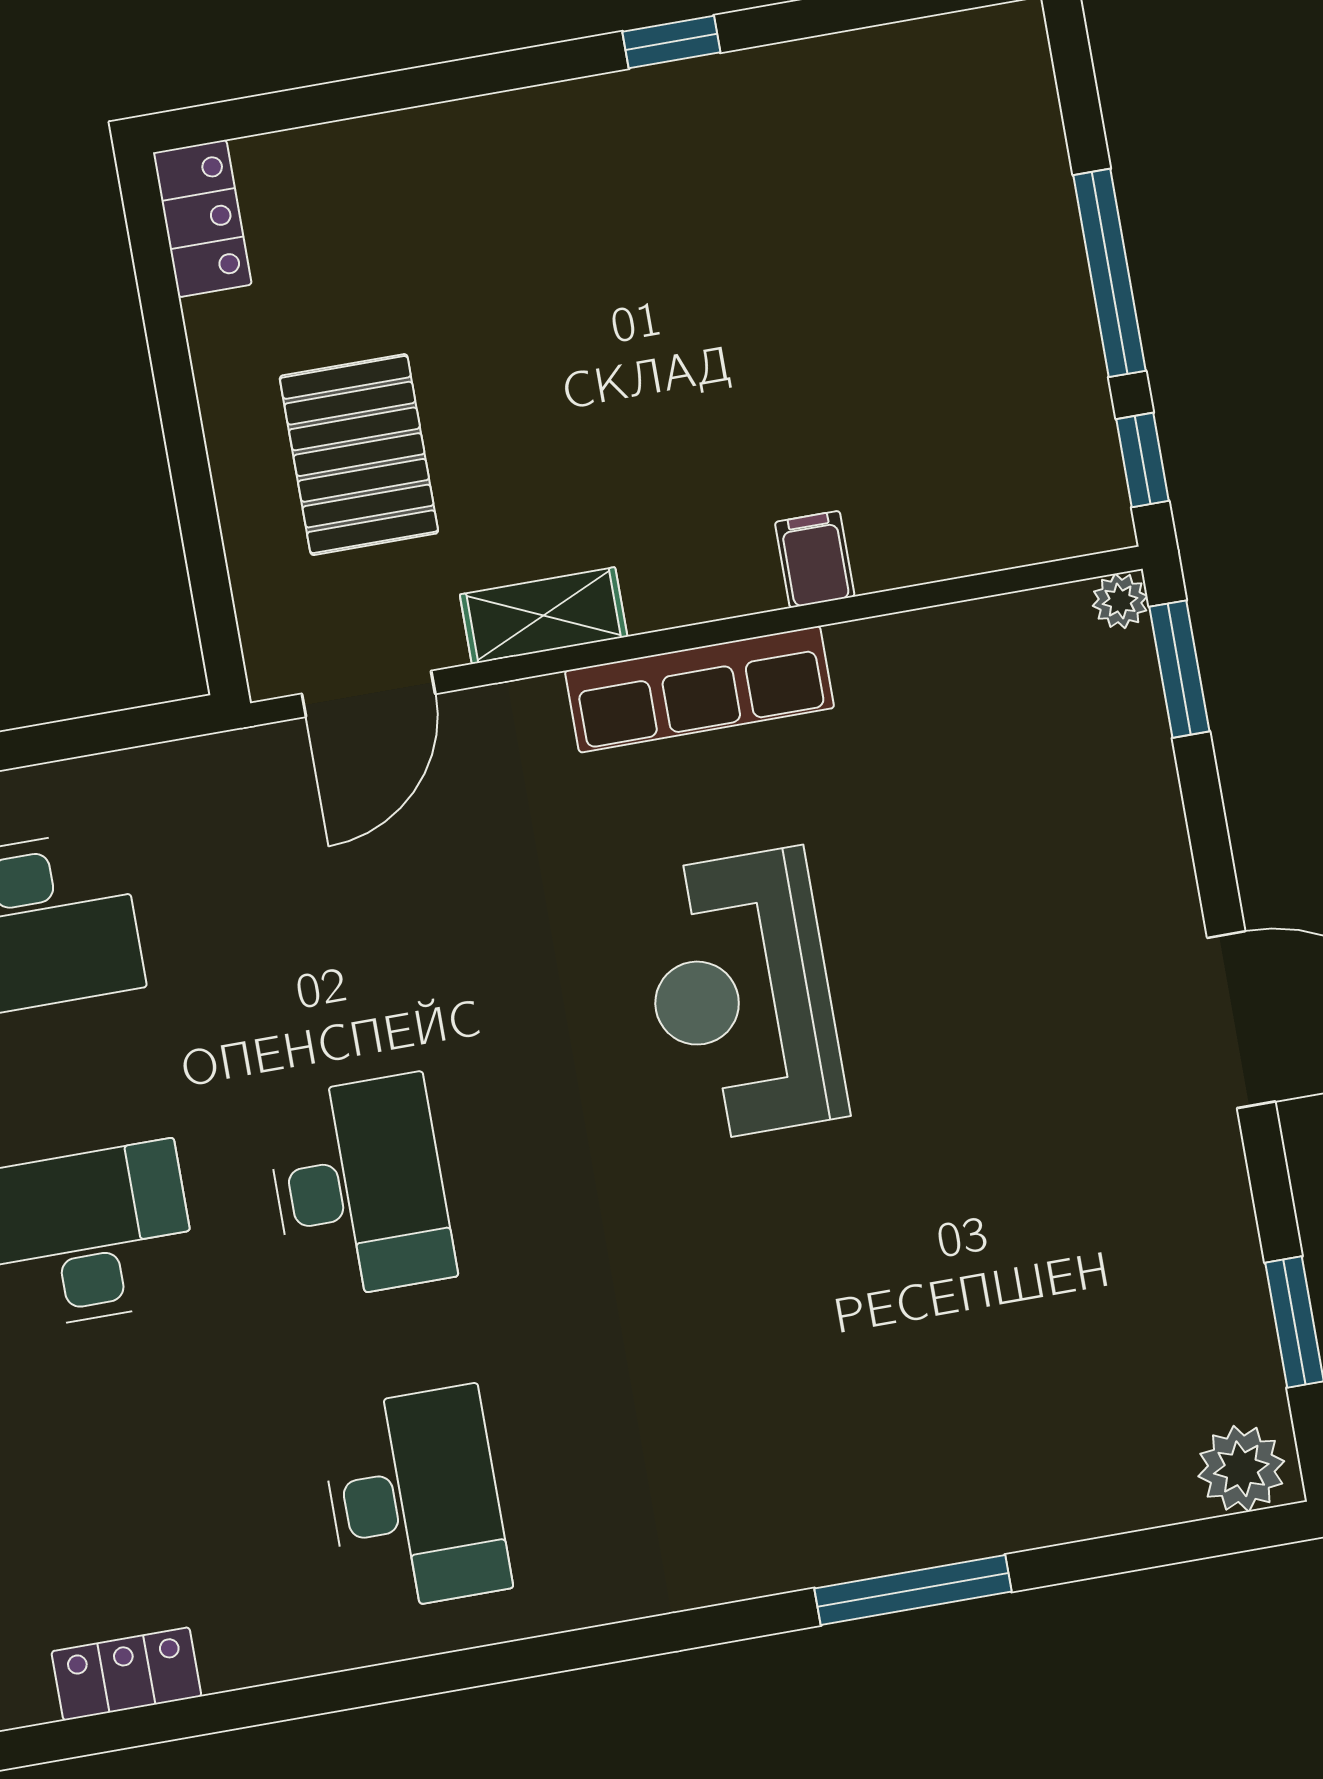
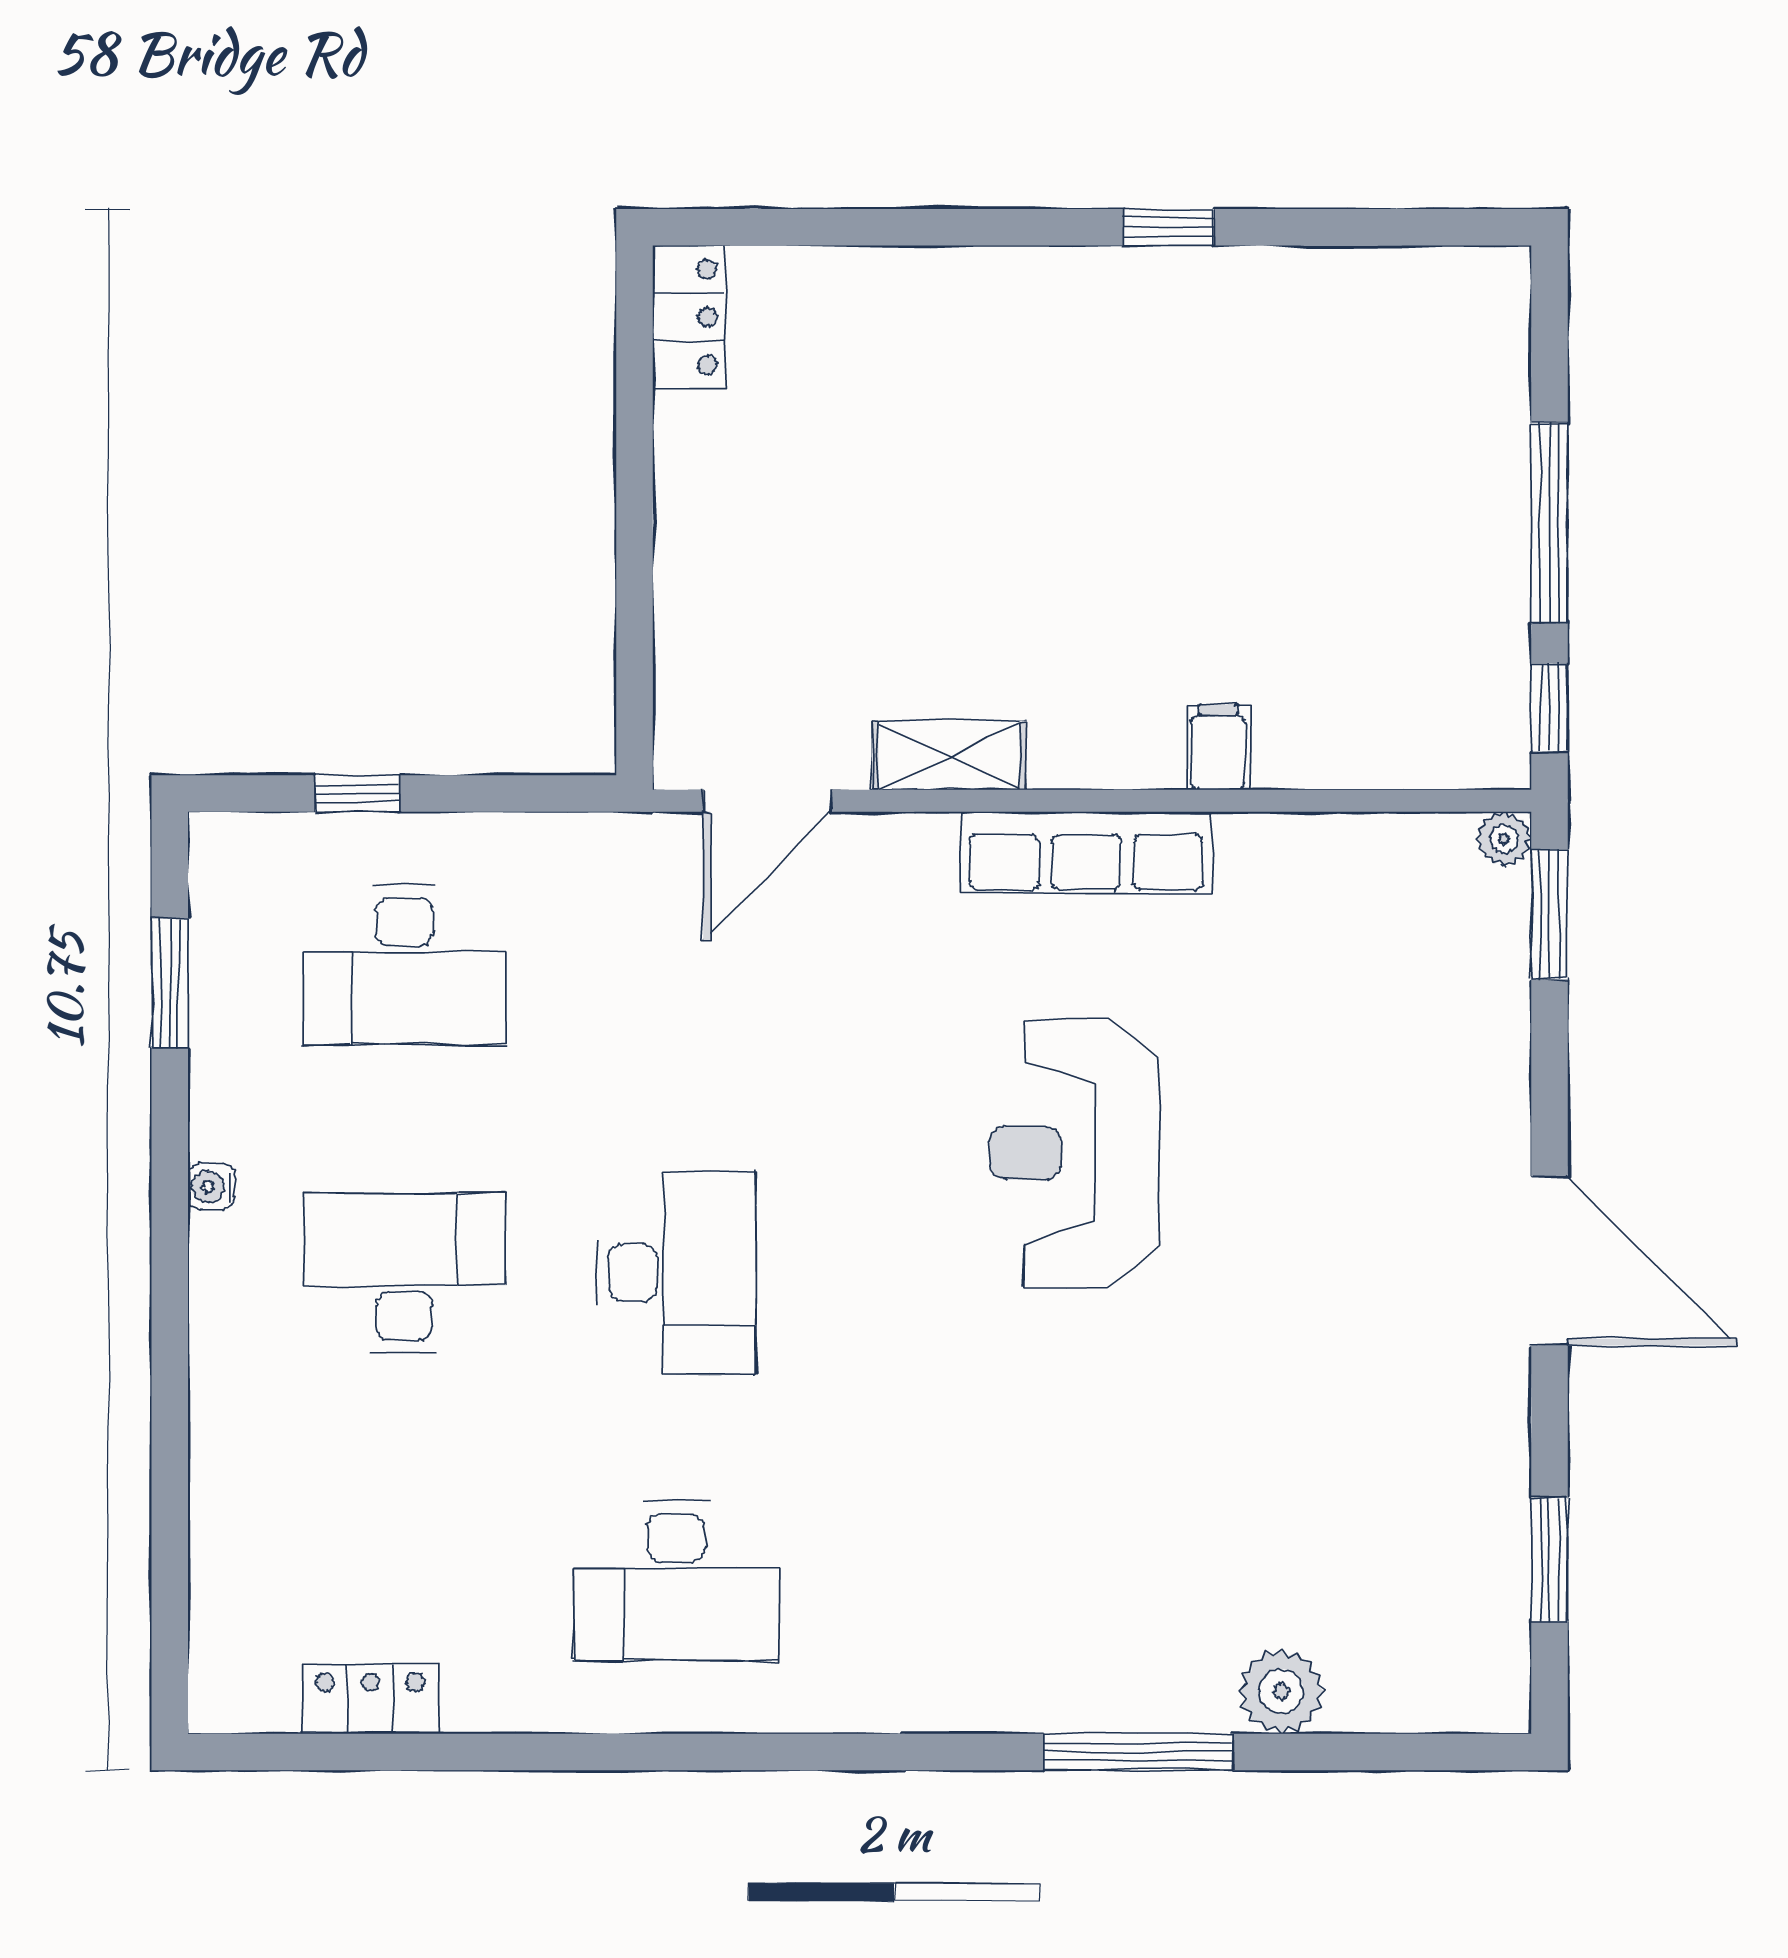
pallet: (359, 455) -> (799, 570), removed
plant: (1241, 1469) -> (1281, 1691), moved
desk: (415, 1499) -> (676, 1581), turned 90

